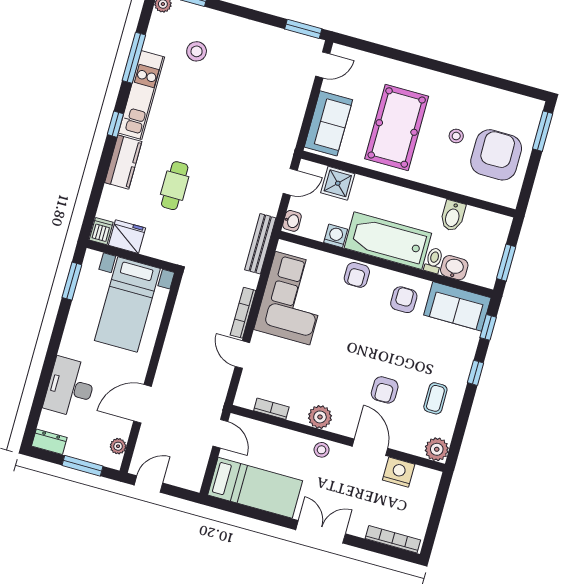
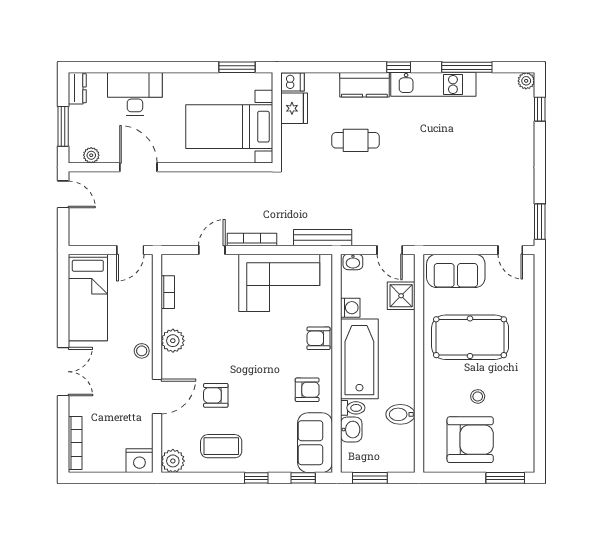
stool: (197, 51) -> (490, 126), removed
coffee table: (435, 398) -> (221, 446), width x1.36, depth x1.30
nightstand: (399, 472) -> (139, 461), moved, turned 90

